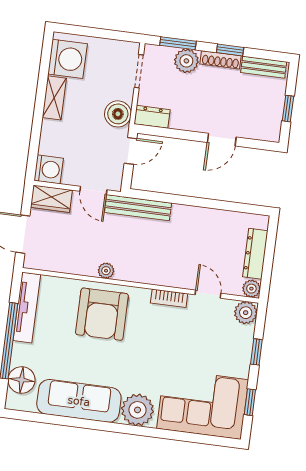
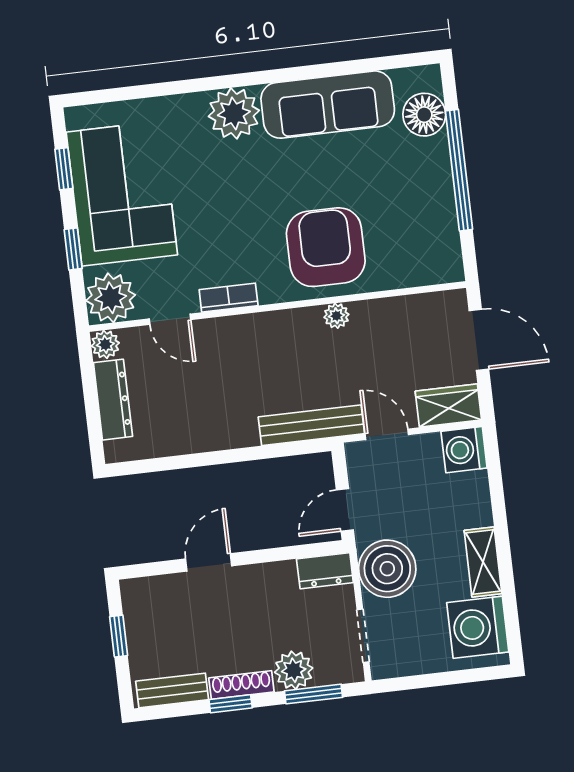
boiler: (118, 114) -> (387, 569), width x1.37, depth x1.37
tv unit: (27, 308) -> (444, 228), removed
plant: (246, 313) -> (111, 298), width x1.36, depth x1.36
corner sofa: (203, 404) -> (122, 194), moved, turned -90

